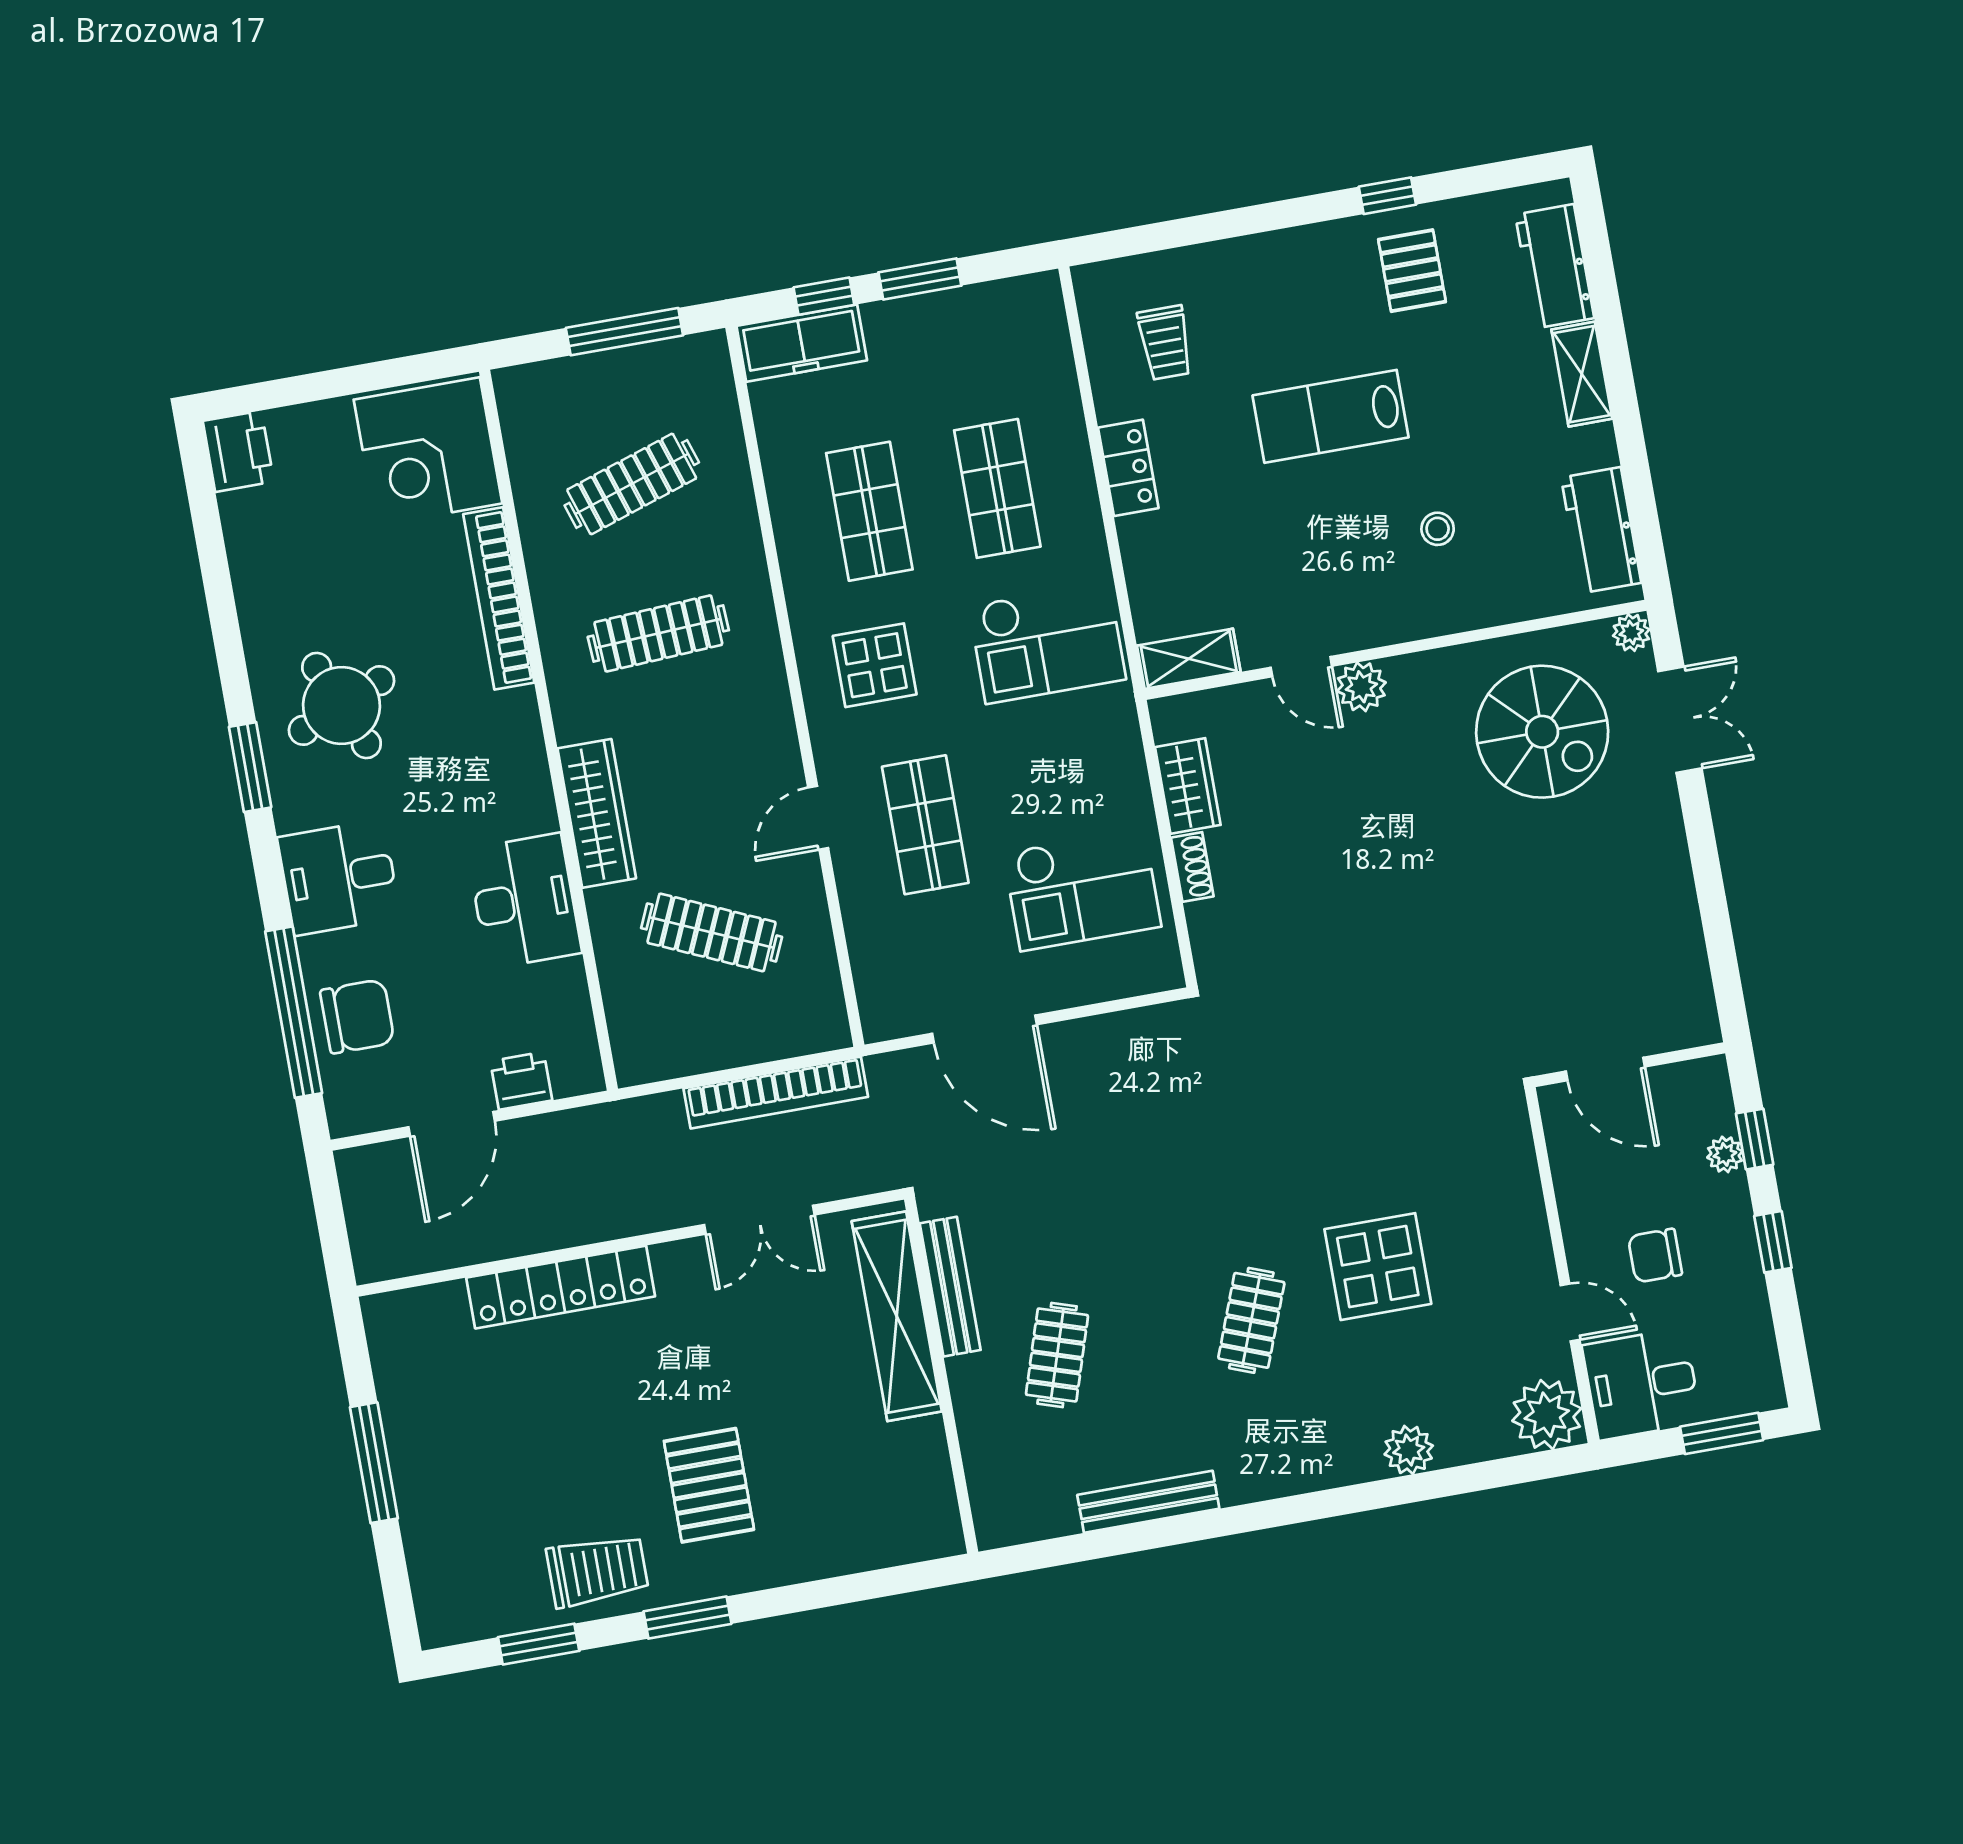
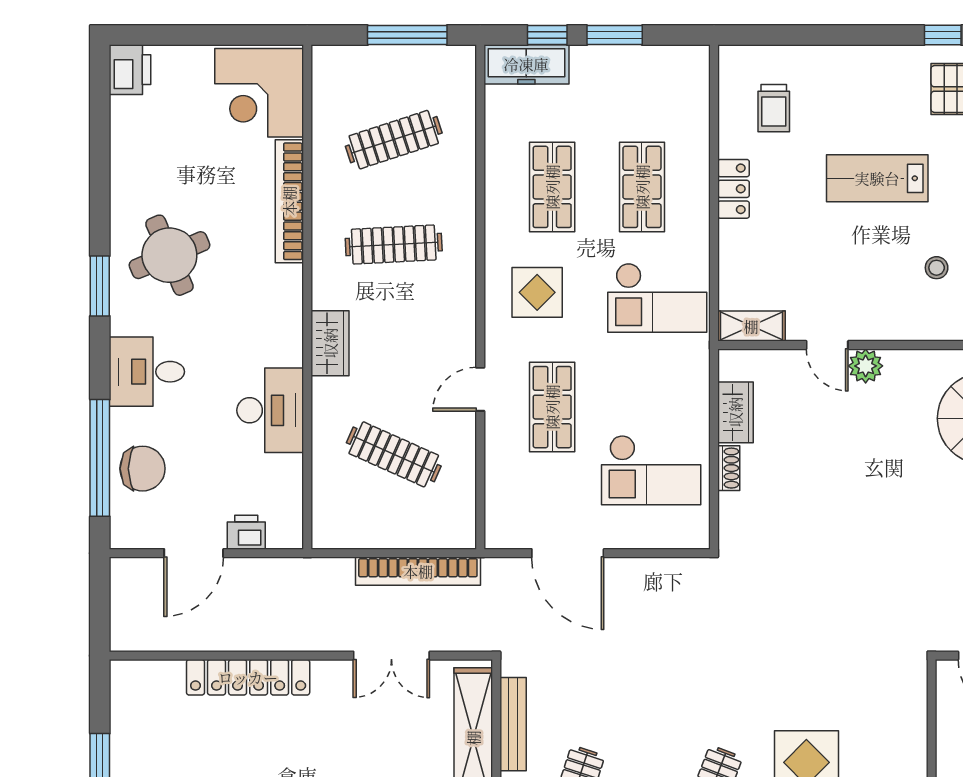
wardrobe: (597, 813) -> (330, 343), width x0.67

